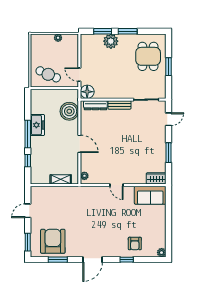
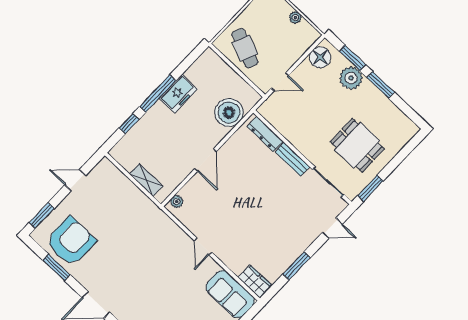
dining table: (148, 56) -> (357, 145), moved, turned 90
window: (169, 67) -> (370, 188), moved
door: (79, 75) -> (280, 82), swing flipped
floor lamp: (87, 92) -> (320, 57), moved

